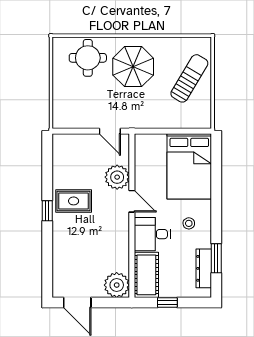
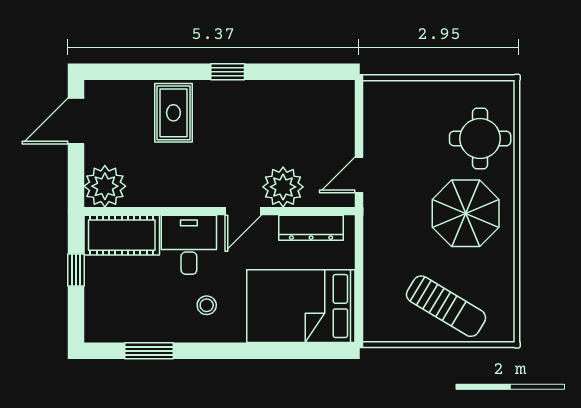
rug: (74, 201) -> (173, 113), moved
dresser: (204, 268) -> (311, 228), moved, turned 180

